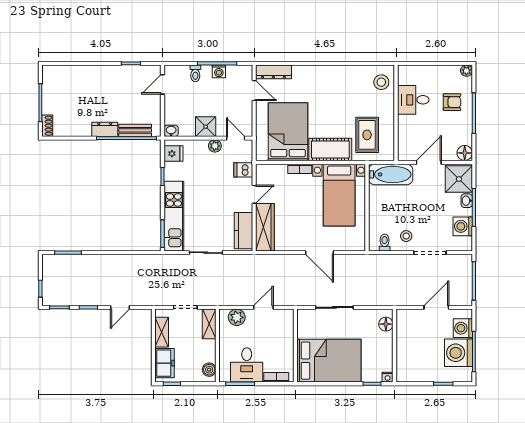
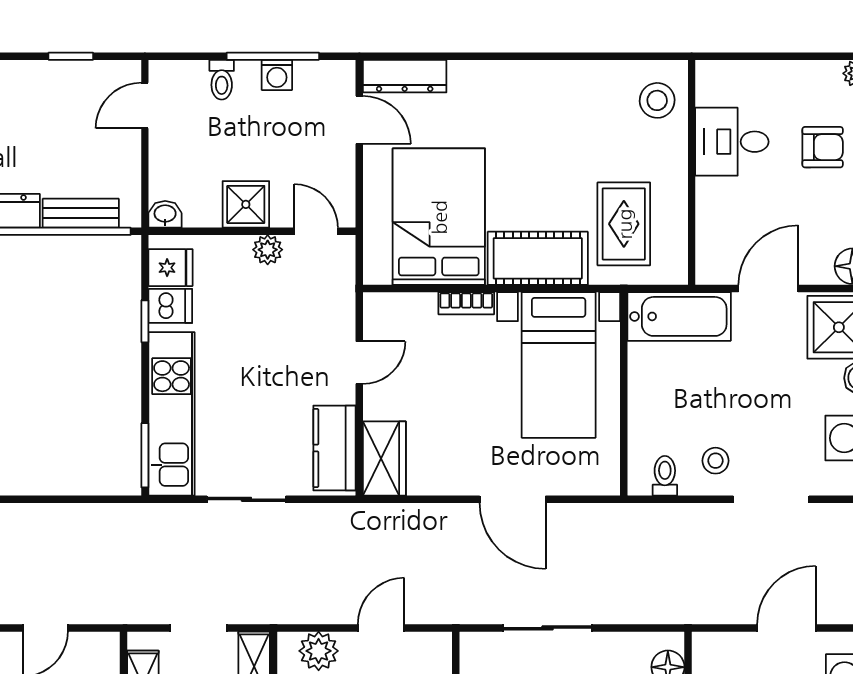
dishwasher: (243, 170) -> (170, 306), moved, turned 180
wardrobe: (265, 227) -> (384, 459), width x0.67

